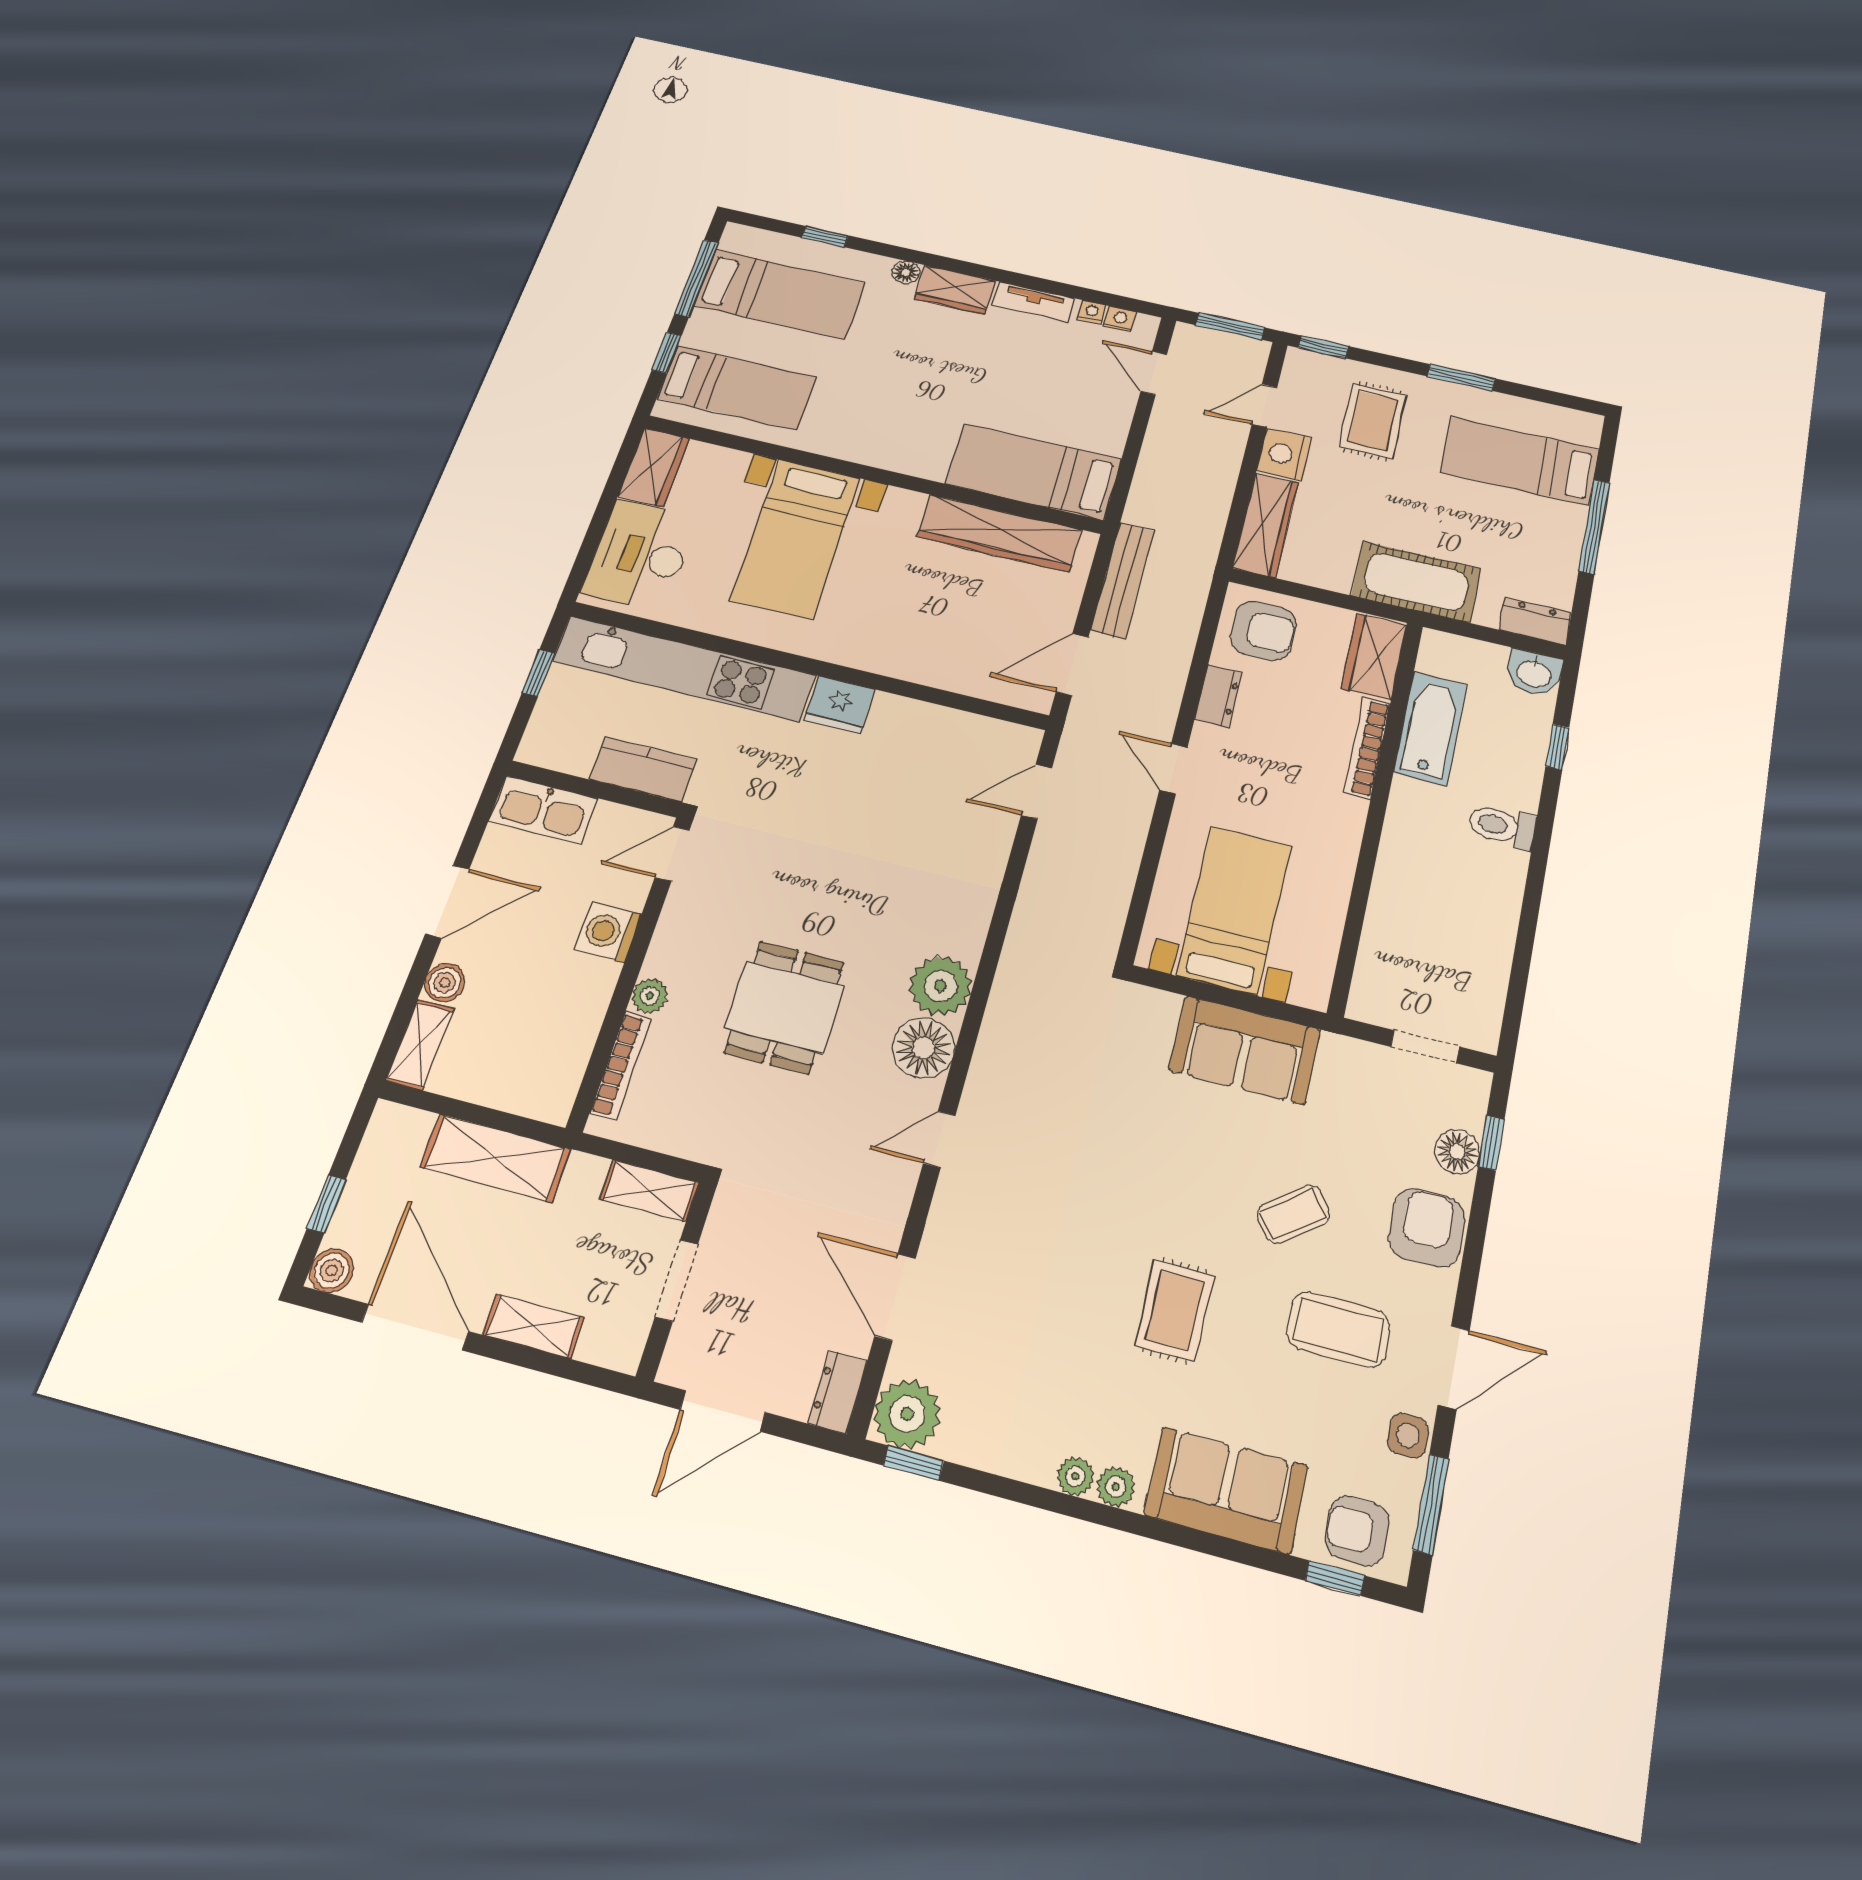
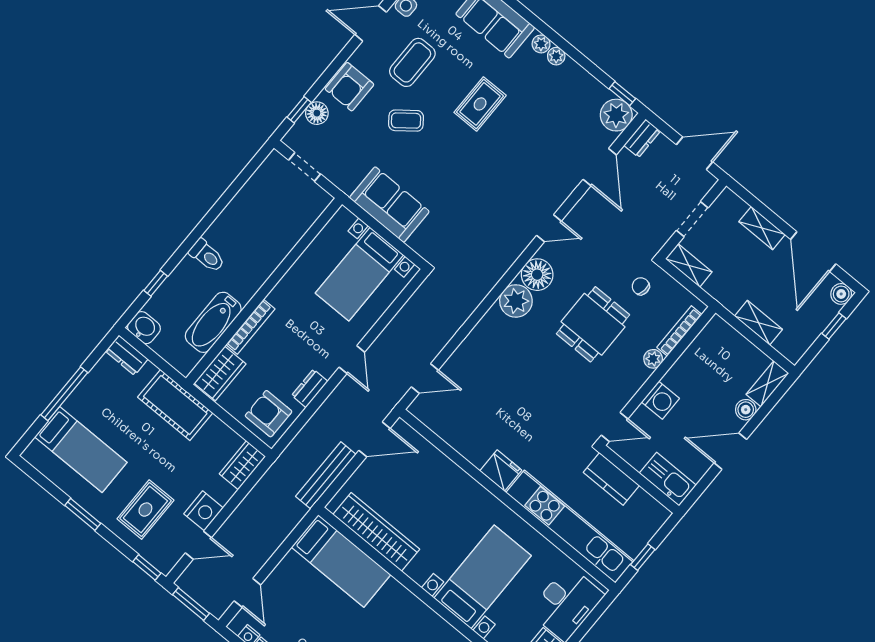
wardrobe: (1265, 525) -> (242, 465), width x0.67
chair: (725, 1112) -> (641, 286), added
shelving: (495, 1158) -> (758, 323), width x0.67, depth x0.75
coffee table: (1338, 1330) -> (412, 62), turned 90

